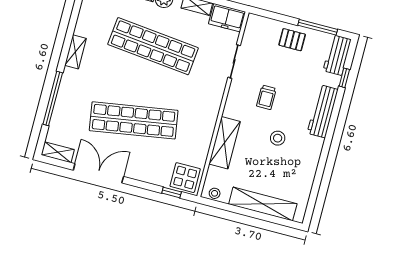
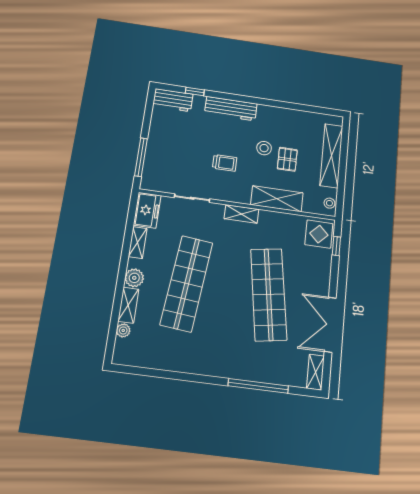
window: (318, 27) -> (141, 157), moved
pallet: (292, 40) -> (287, 159), moved
shelving: (75, 52) -> (241, 214), moved

